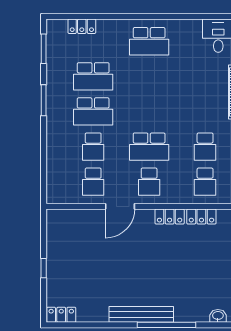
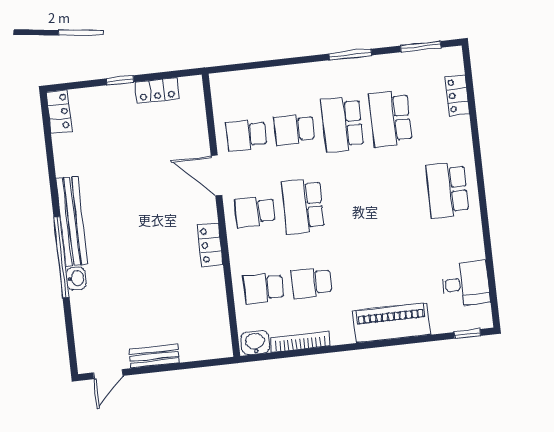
locker: (201, 217) -> (157, 90), moved, turned -90
washbasin: (218, 316) -> (76, 278), moved

